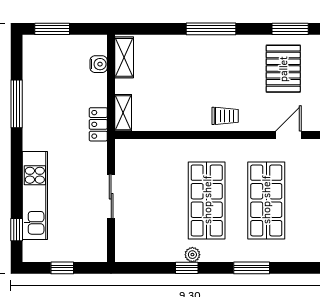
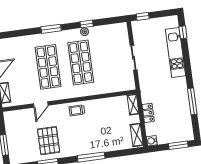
water cooler: (99, 64) -> (152, 141), moved
locker: (98, 124) -> (148, 113), moved
window: (62, 268) -> (143, 16), moved

